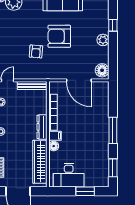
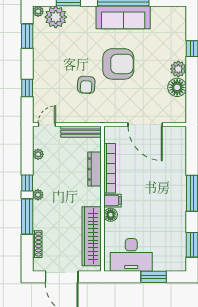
armchair: (59, 36) -> (118, 64), turned 180
floor lamp: (102, 70) -> (177, 87), moved
dresser: (42, 127) -> (94, 169), moved

